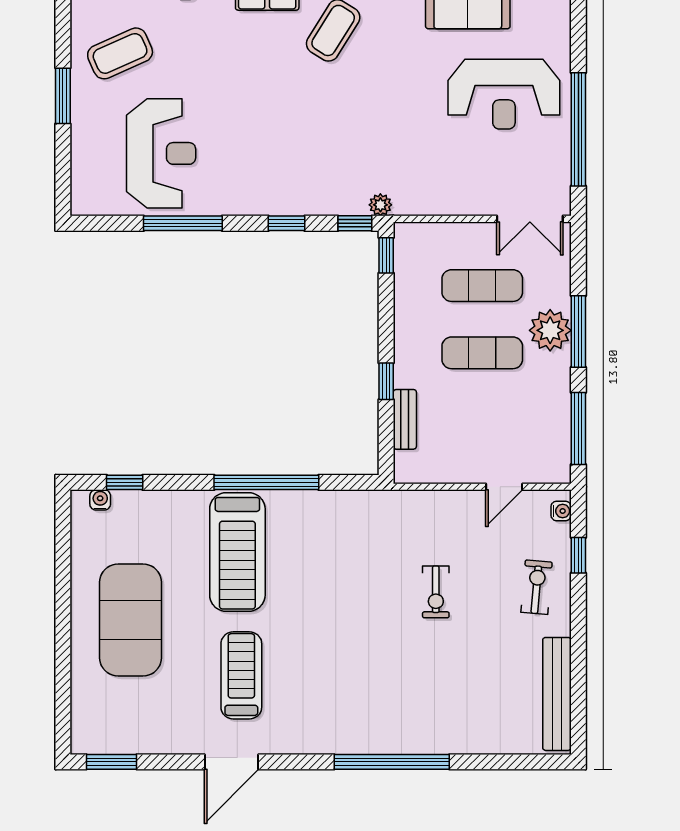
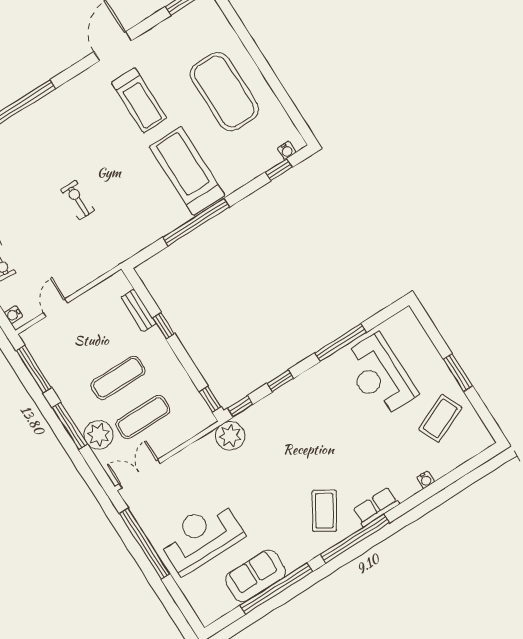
plant: (380, 205) -> (230, 436), width x1.87, depth x1.87
plant: (550, 330) -> (99, 435), moved
exercise bike: (436, 592) -> (78, 200), moved

